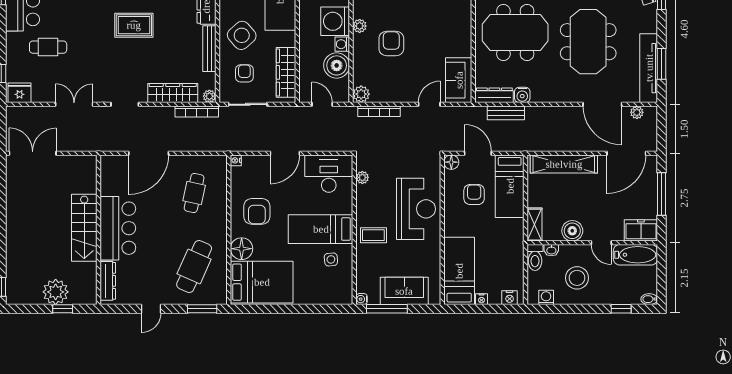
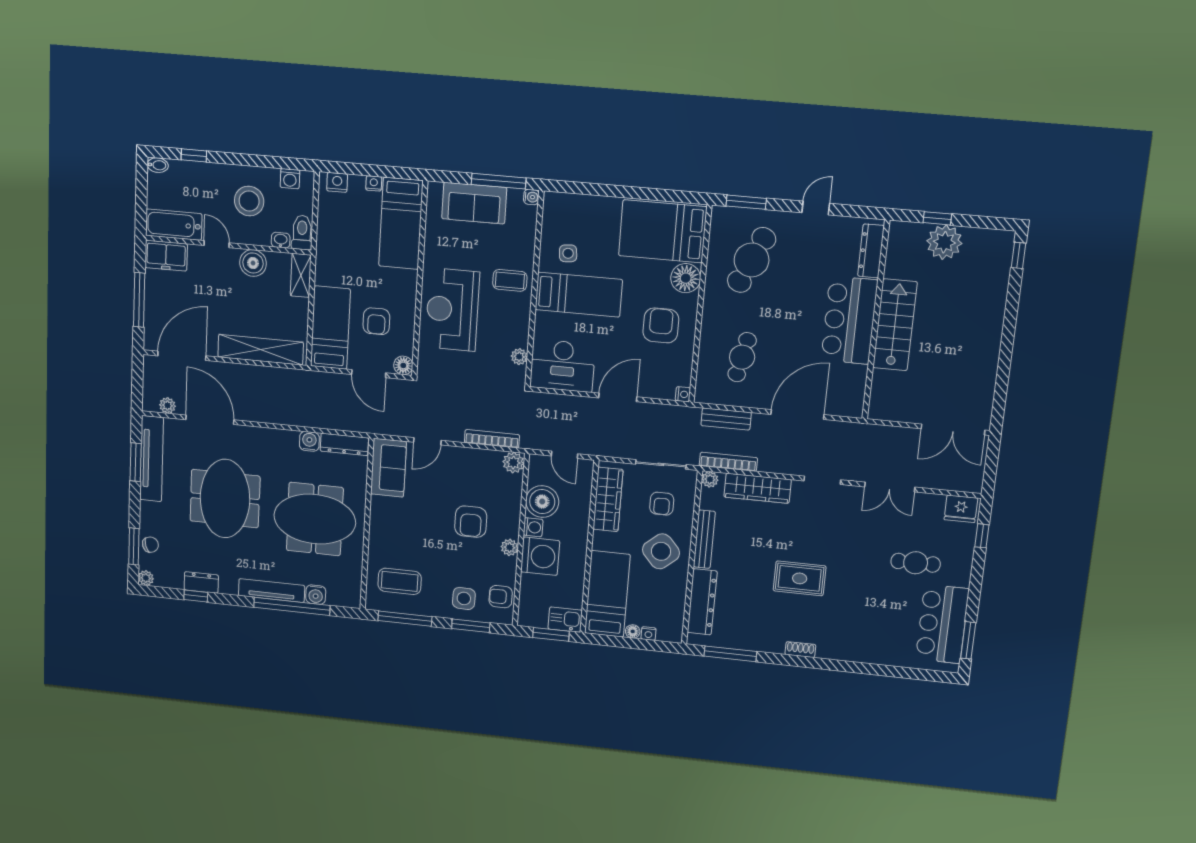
bench: (506, 113) -> (726, 419), moved

